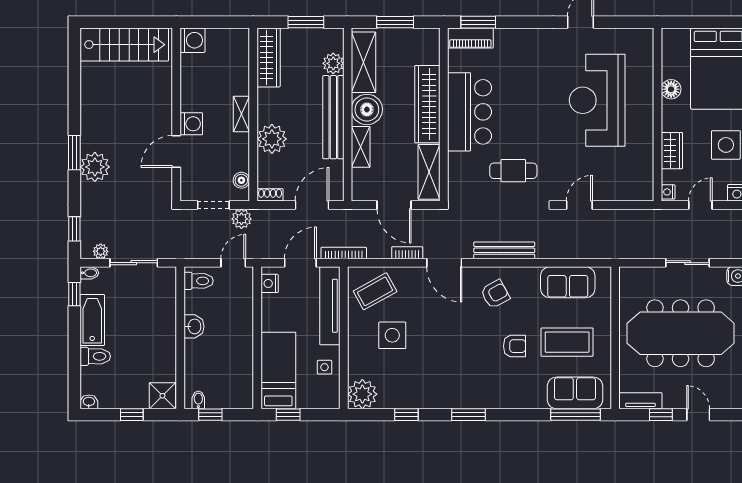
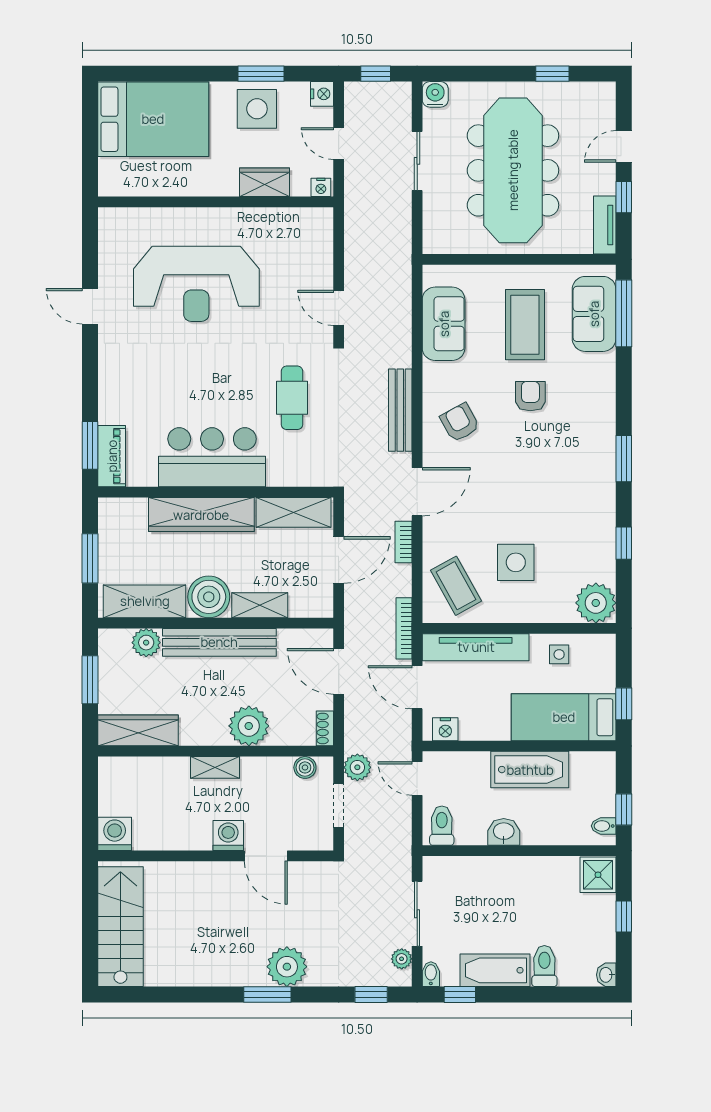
floor lamp: (671, 89) -> (181, 183), removed
bathtub: (240, 346) -> (530, 770), added

